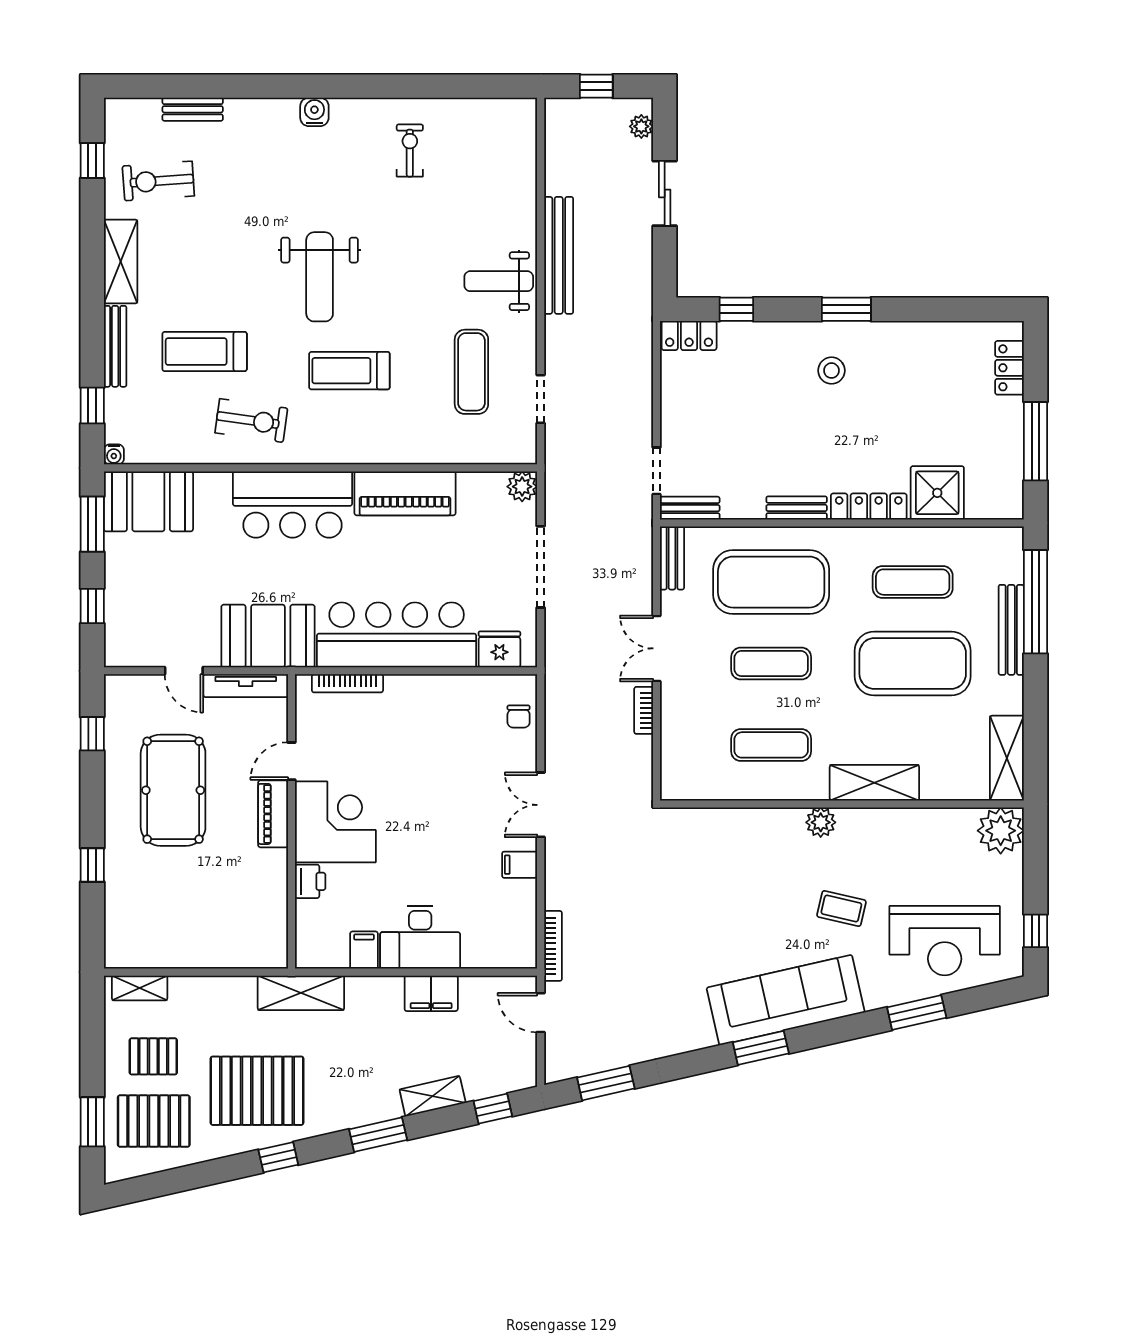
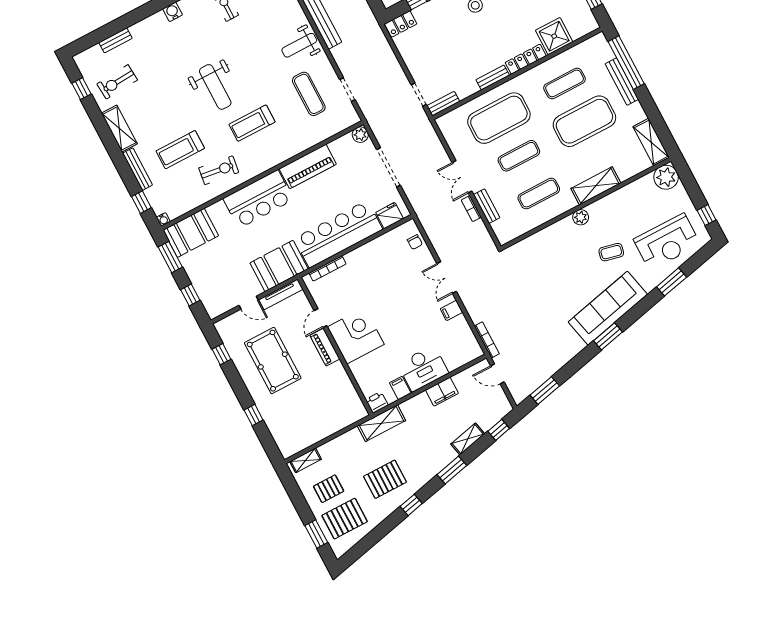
bench: (672, 558) -> (487, 206), moved
printer: (310, 881) -> (377, 402), moved, turned -90
pallet: (257, 1091) -> (385, 479), width x0.73, depth x0.71

